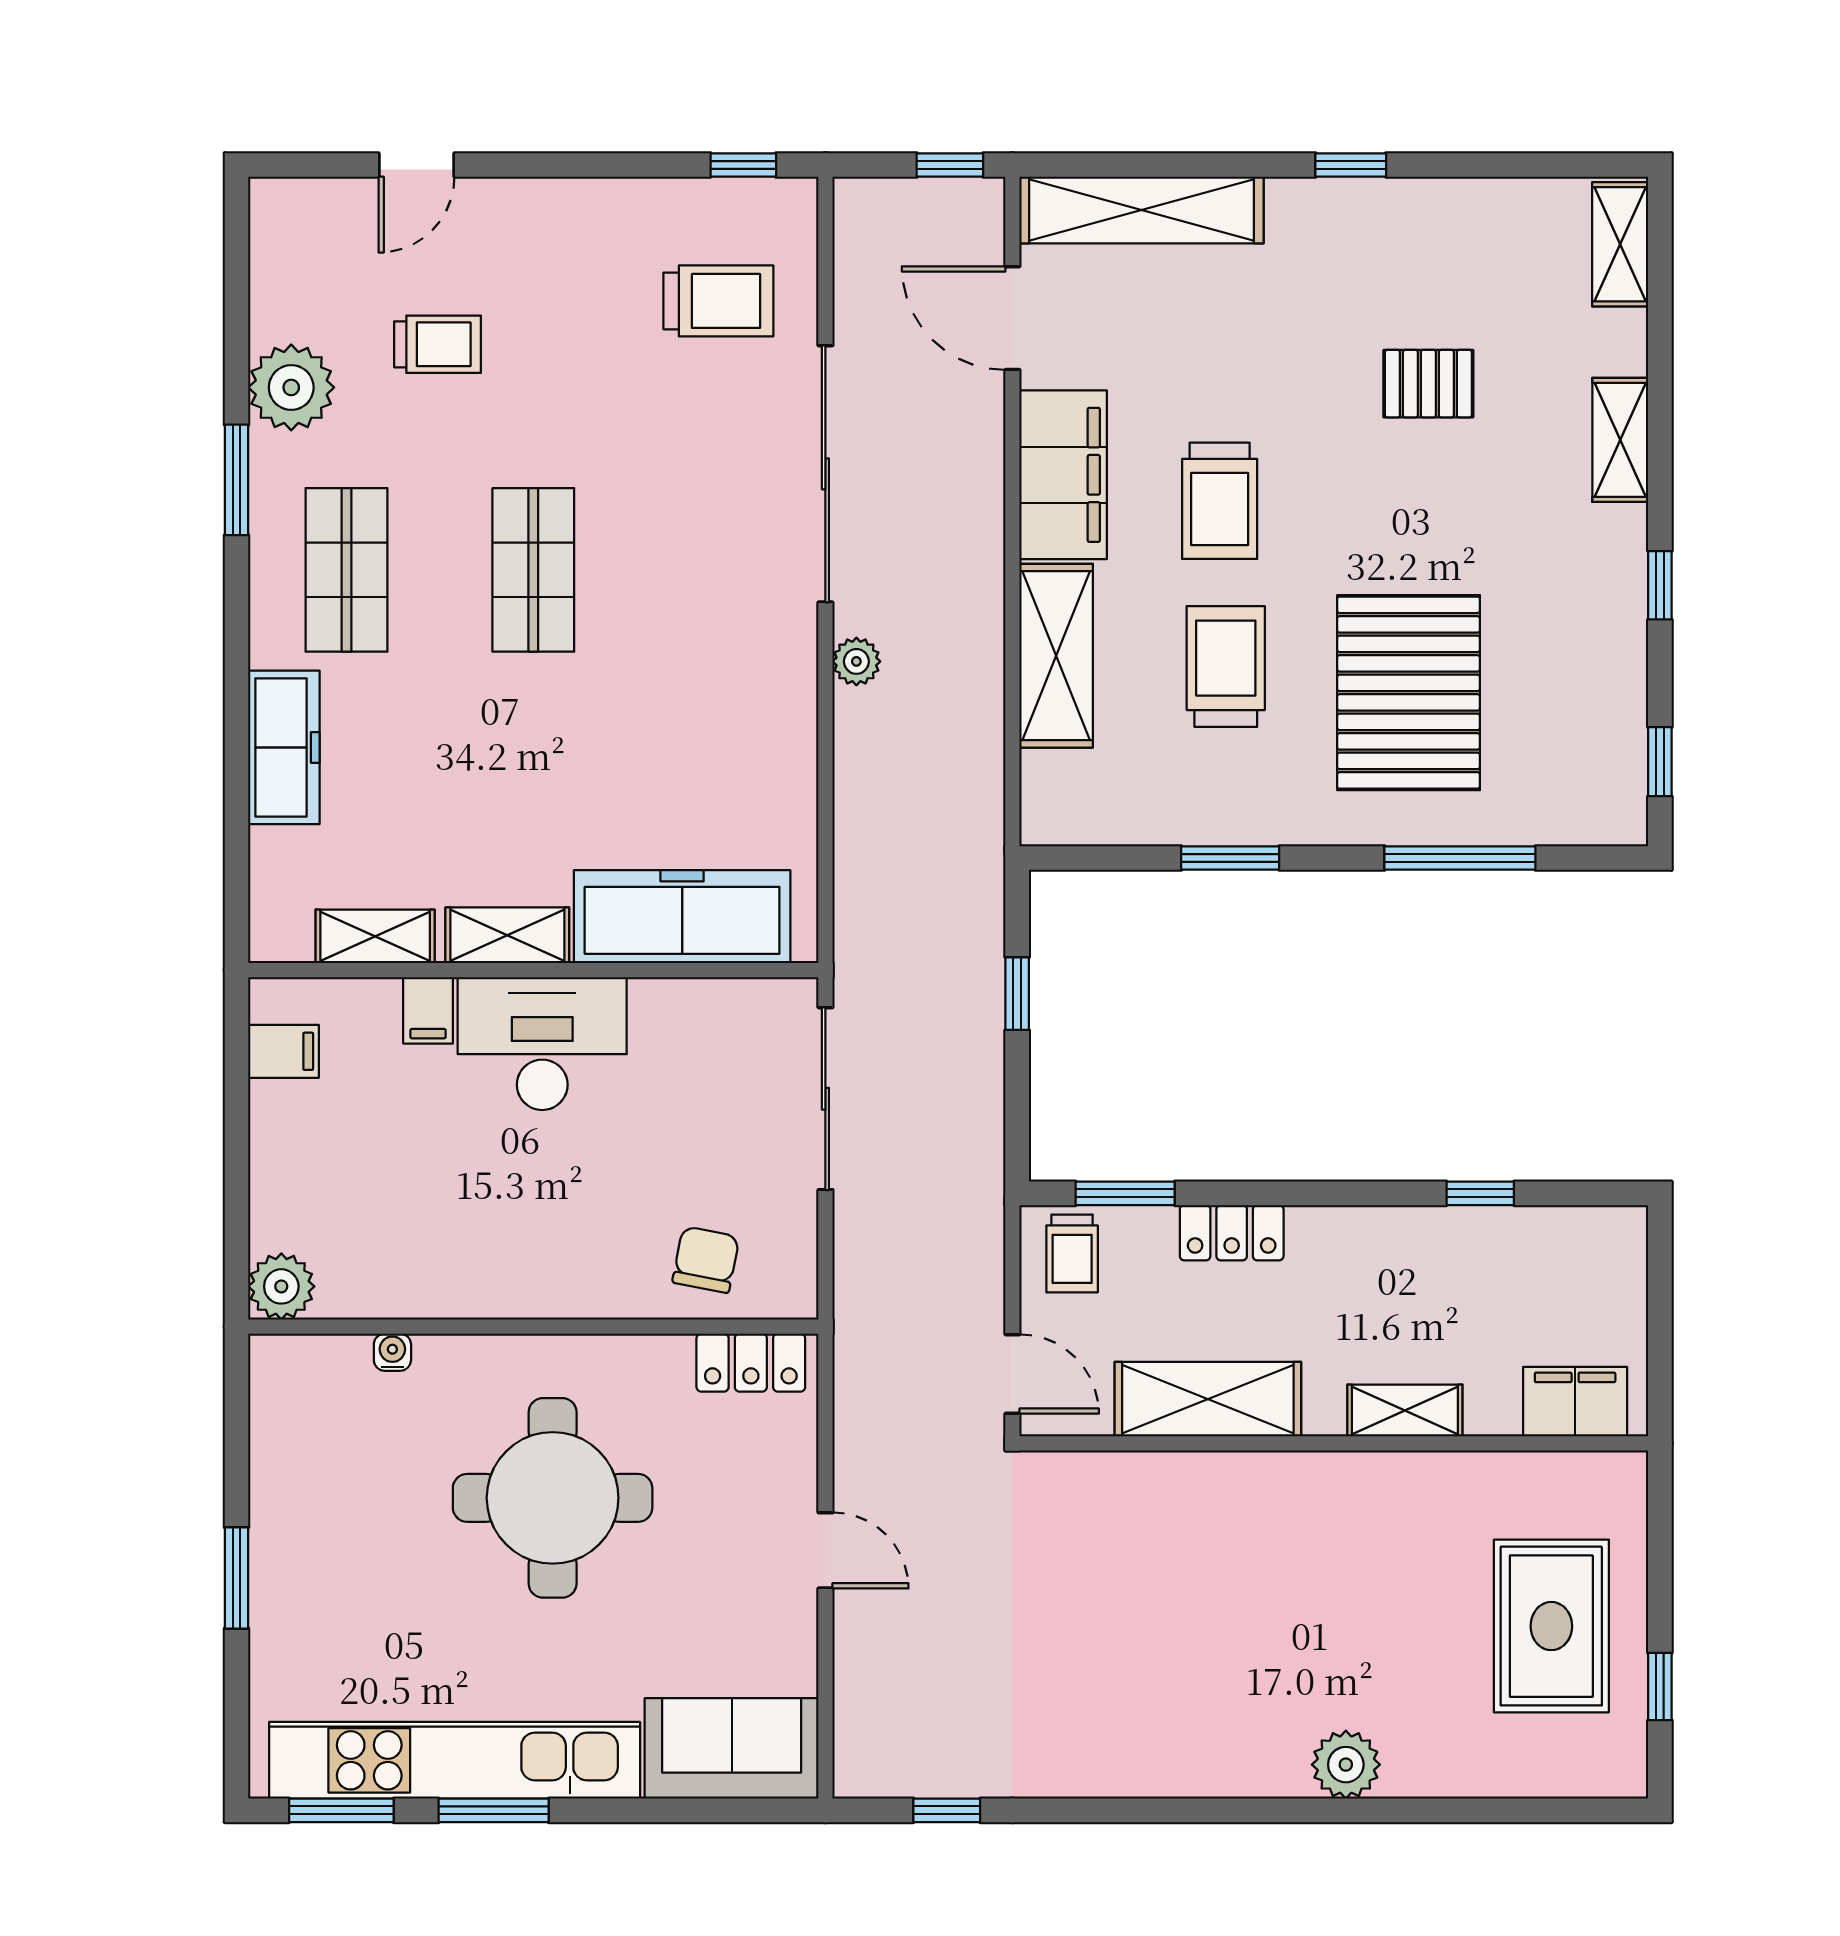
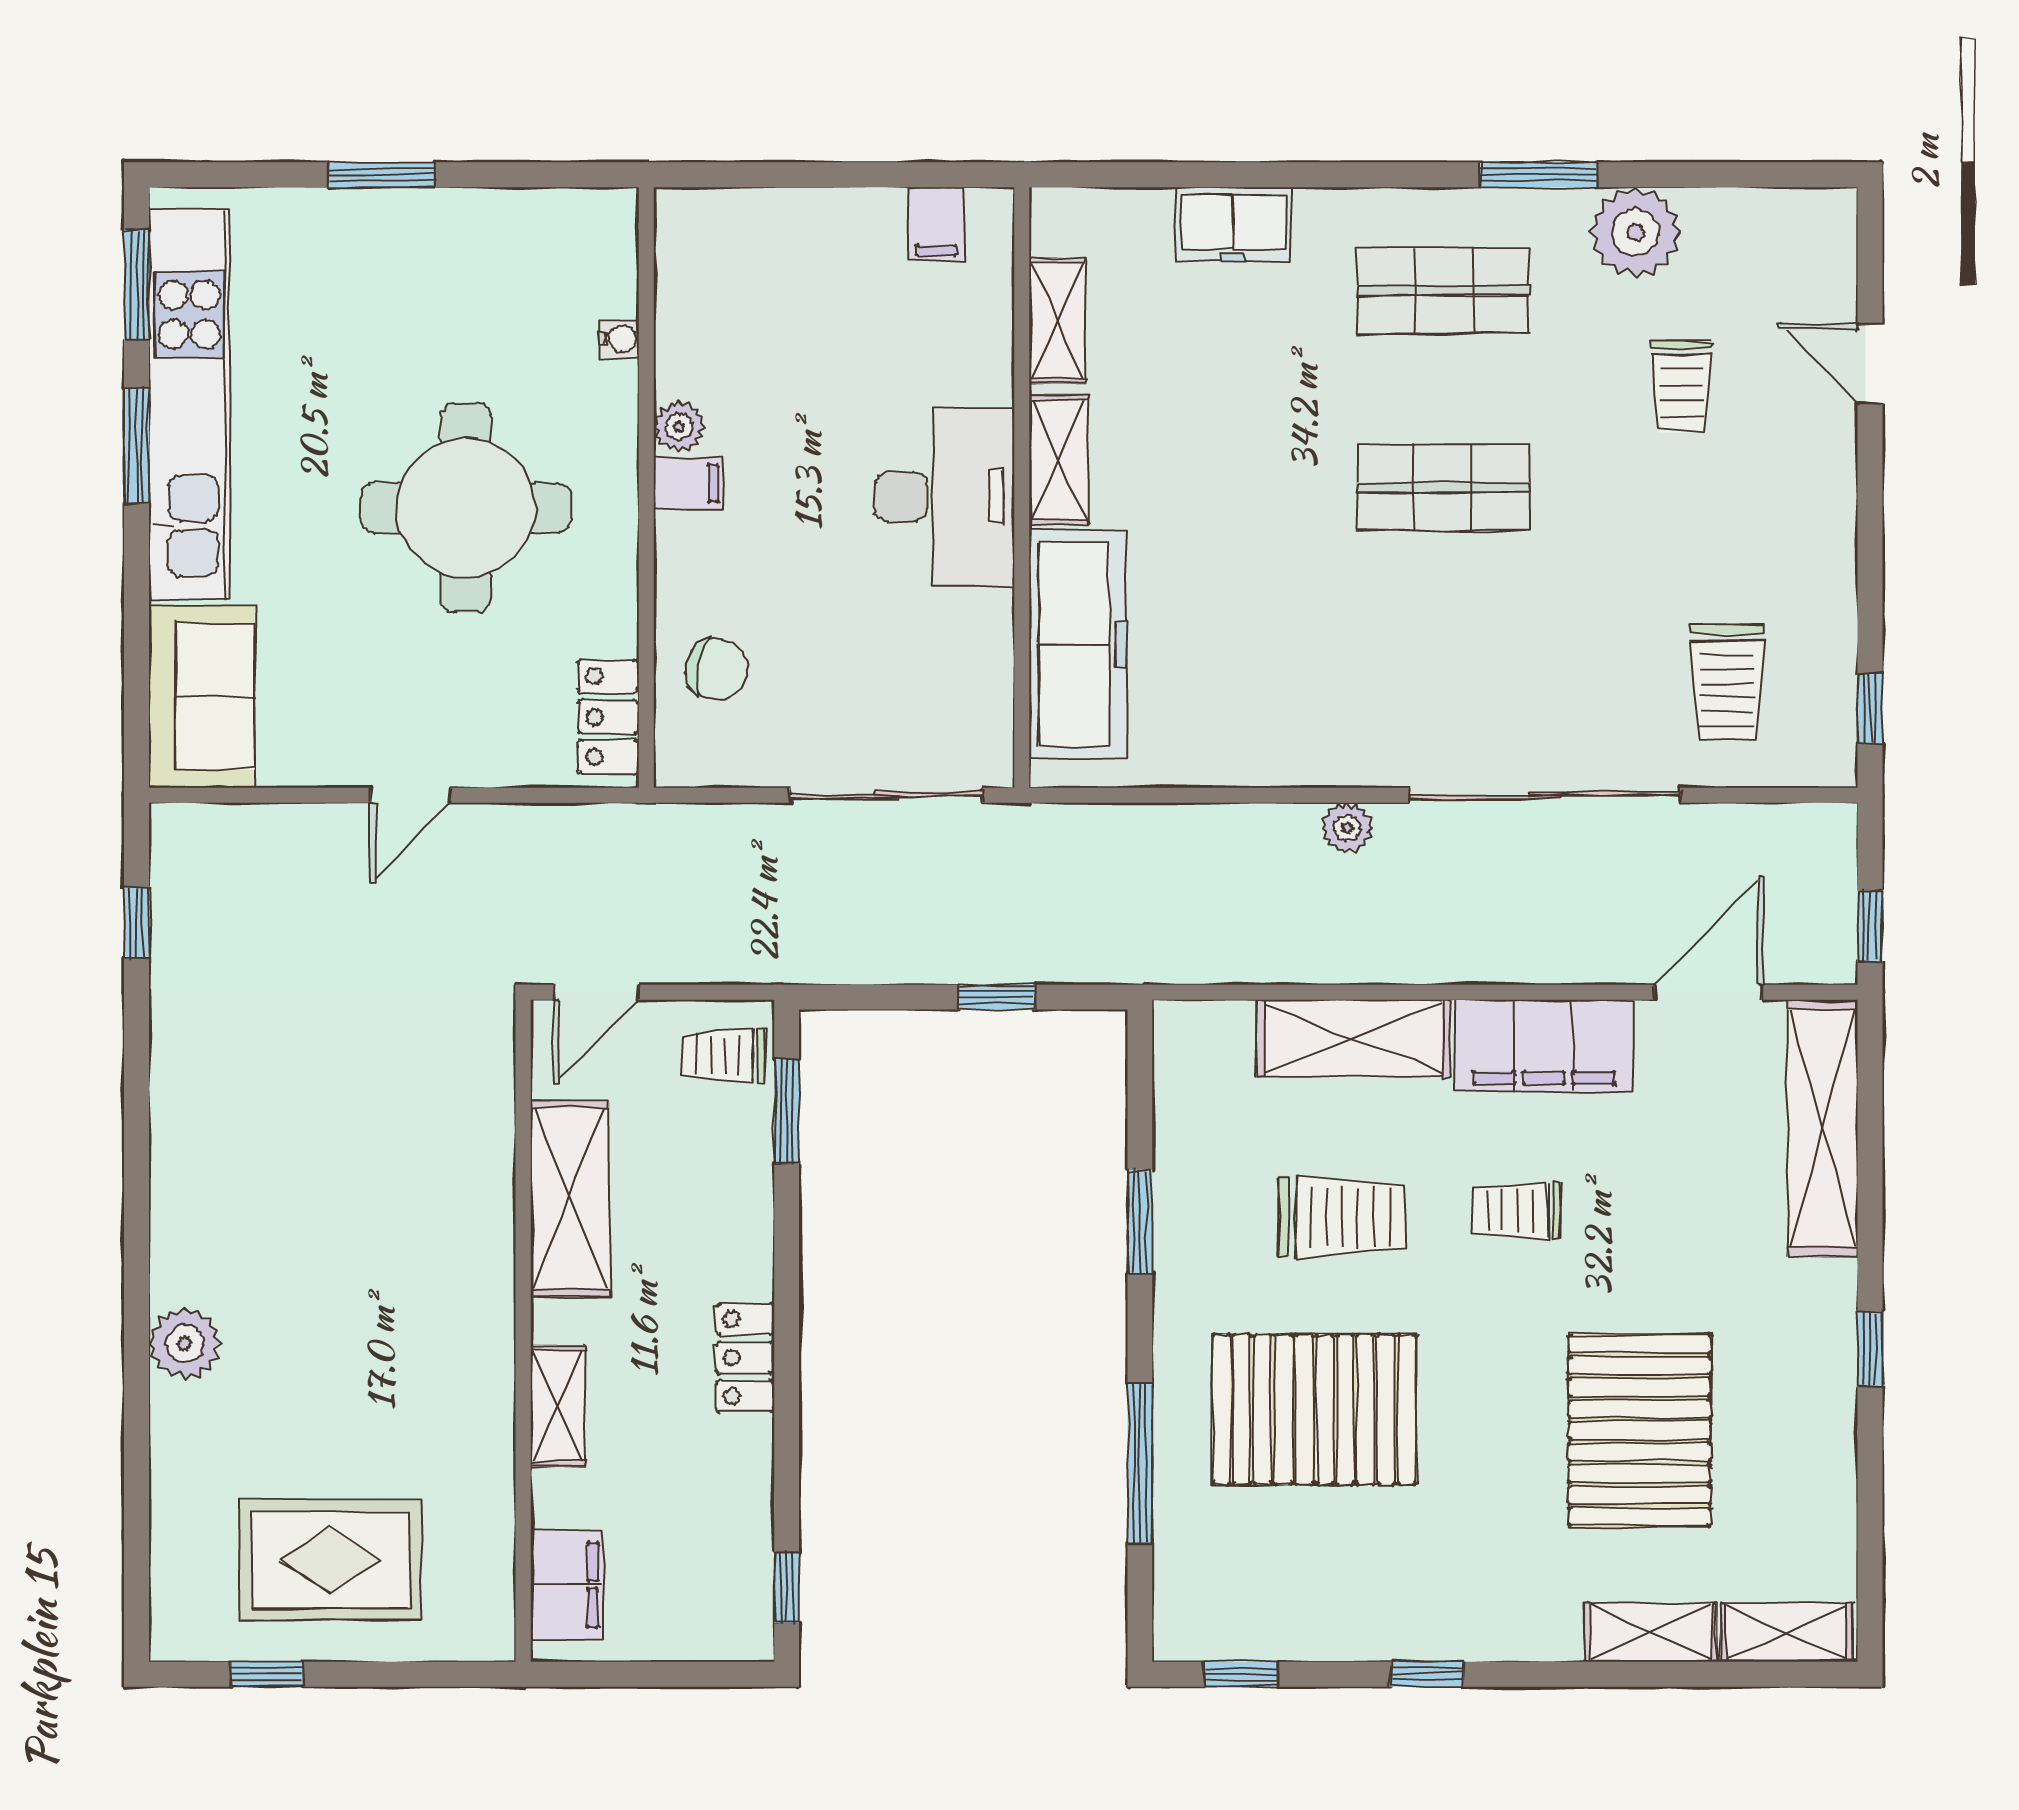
pallet: (1428, 384) -> (1640, 1430), width x2.05, depth x2.00
shelving: (1620, 440) -> (1651, 1633), moved
trolley: (1220, 501) -> (1516, 1210), width x0.73, depth x0.72
freezer: (284, 747) -> (1233, 225), width x0.71
filing cabinet: (428, 1010) -> (689, 483), moved, turned 180
window: (1480, 1193) -> (787, 1587), moved
locker: (1232, 1233) -> (745, 1358), moved
plant: (281, 1286) -> (679, 427), moved, width x0.73, depth x0.73

